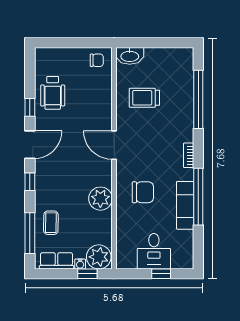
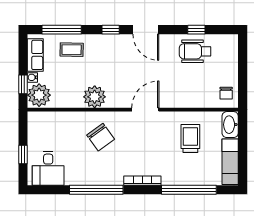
window: (30, 107) -> (196, 30), moved
bookcase: (189, 155) -> (142, 181), width x1.56
chair: (143, 192) -> (101, 137), turned -36
exam couch: (185, 205) -> (230, 162), moved, turned -90
desk: (154, 251) -> (48, 168), moved, turned -90

